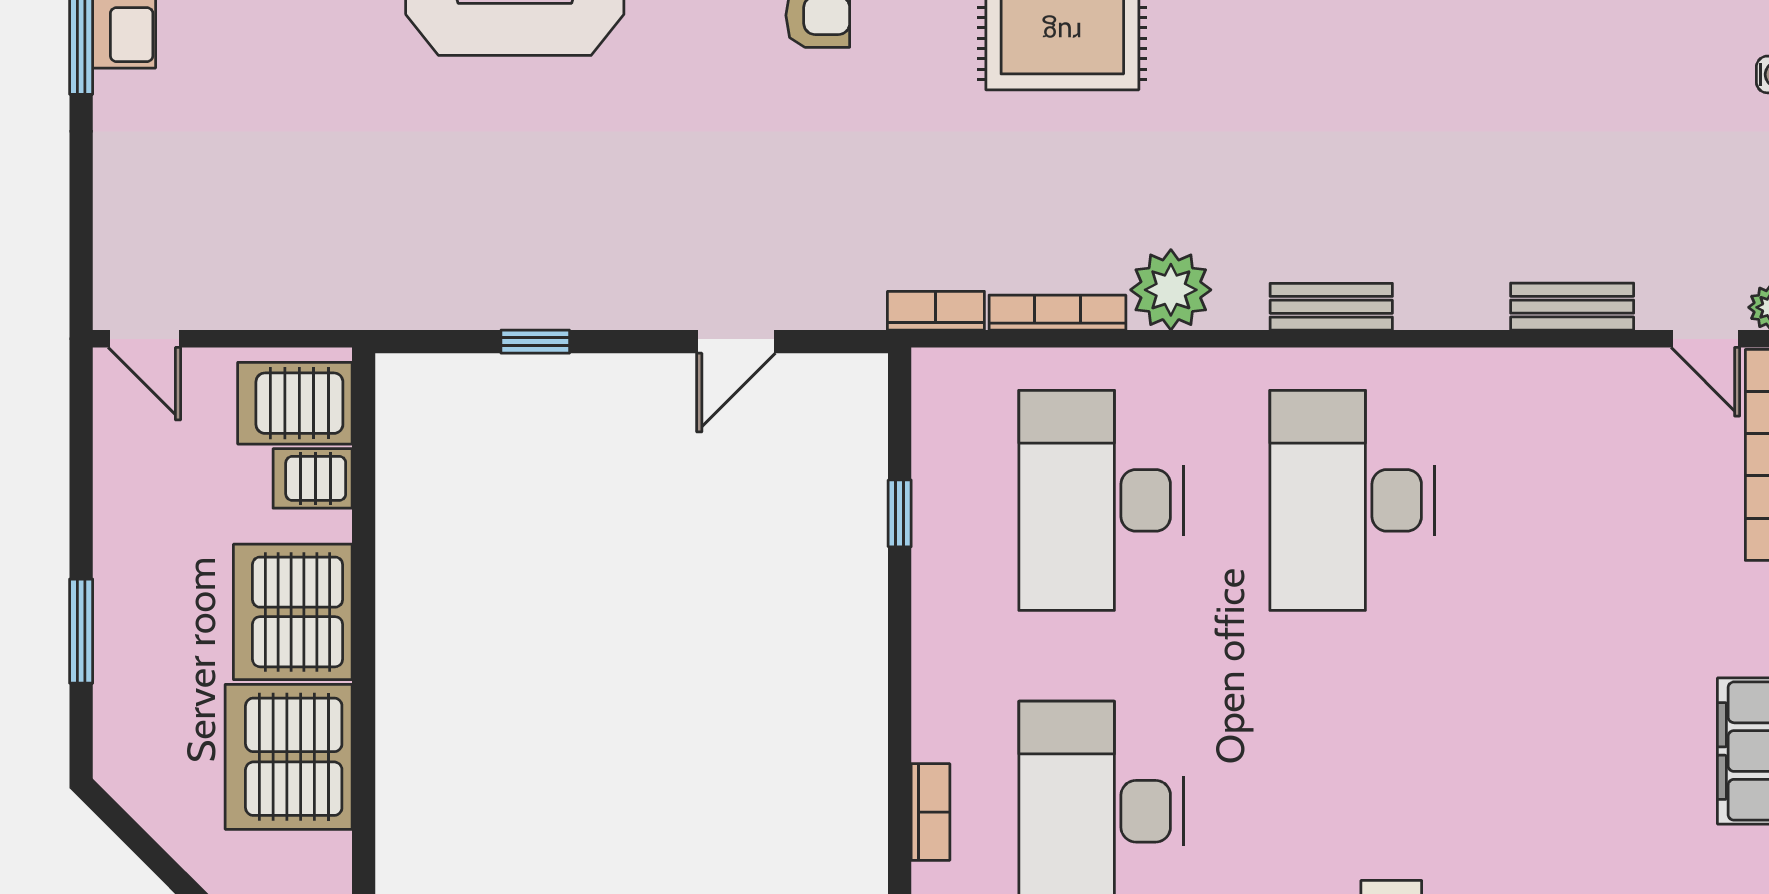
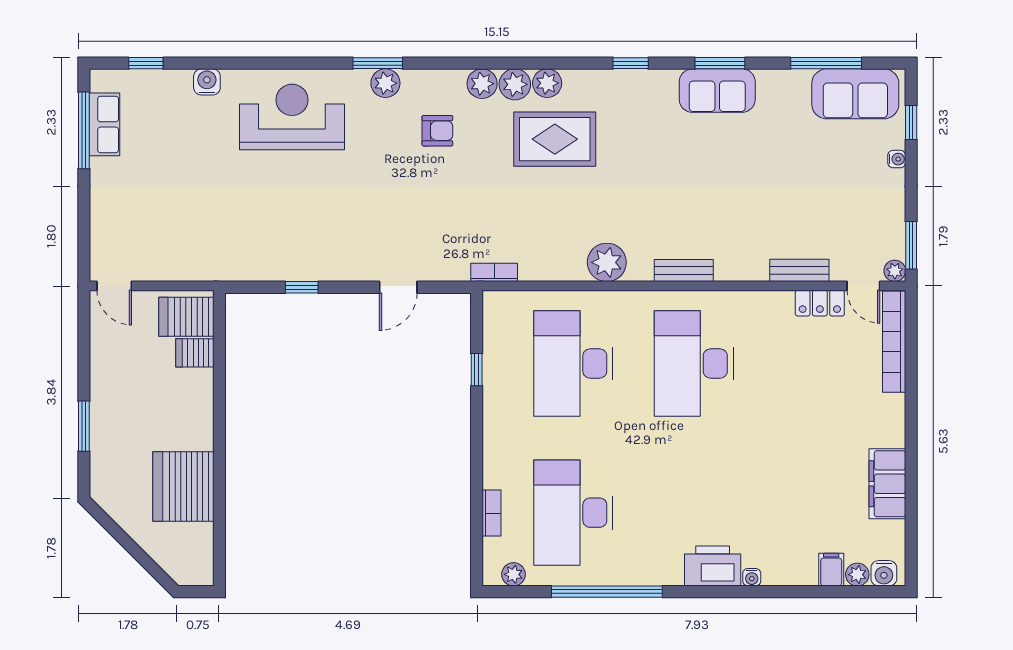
bookcase: (1057, 313) -> (552, 273), removed
locker: (1615, 375) -> (820, 303), added
server rack: (293, 612) -> (185, 417), removed

